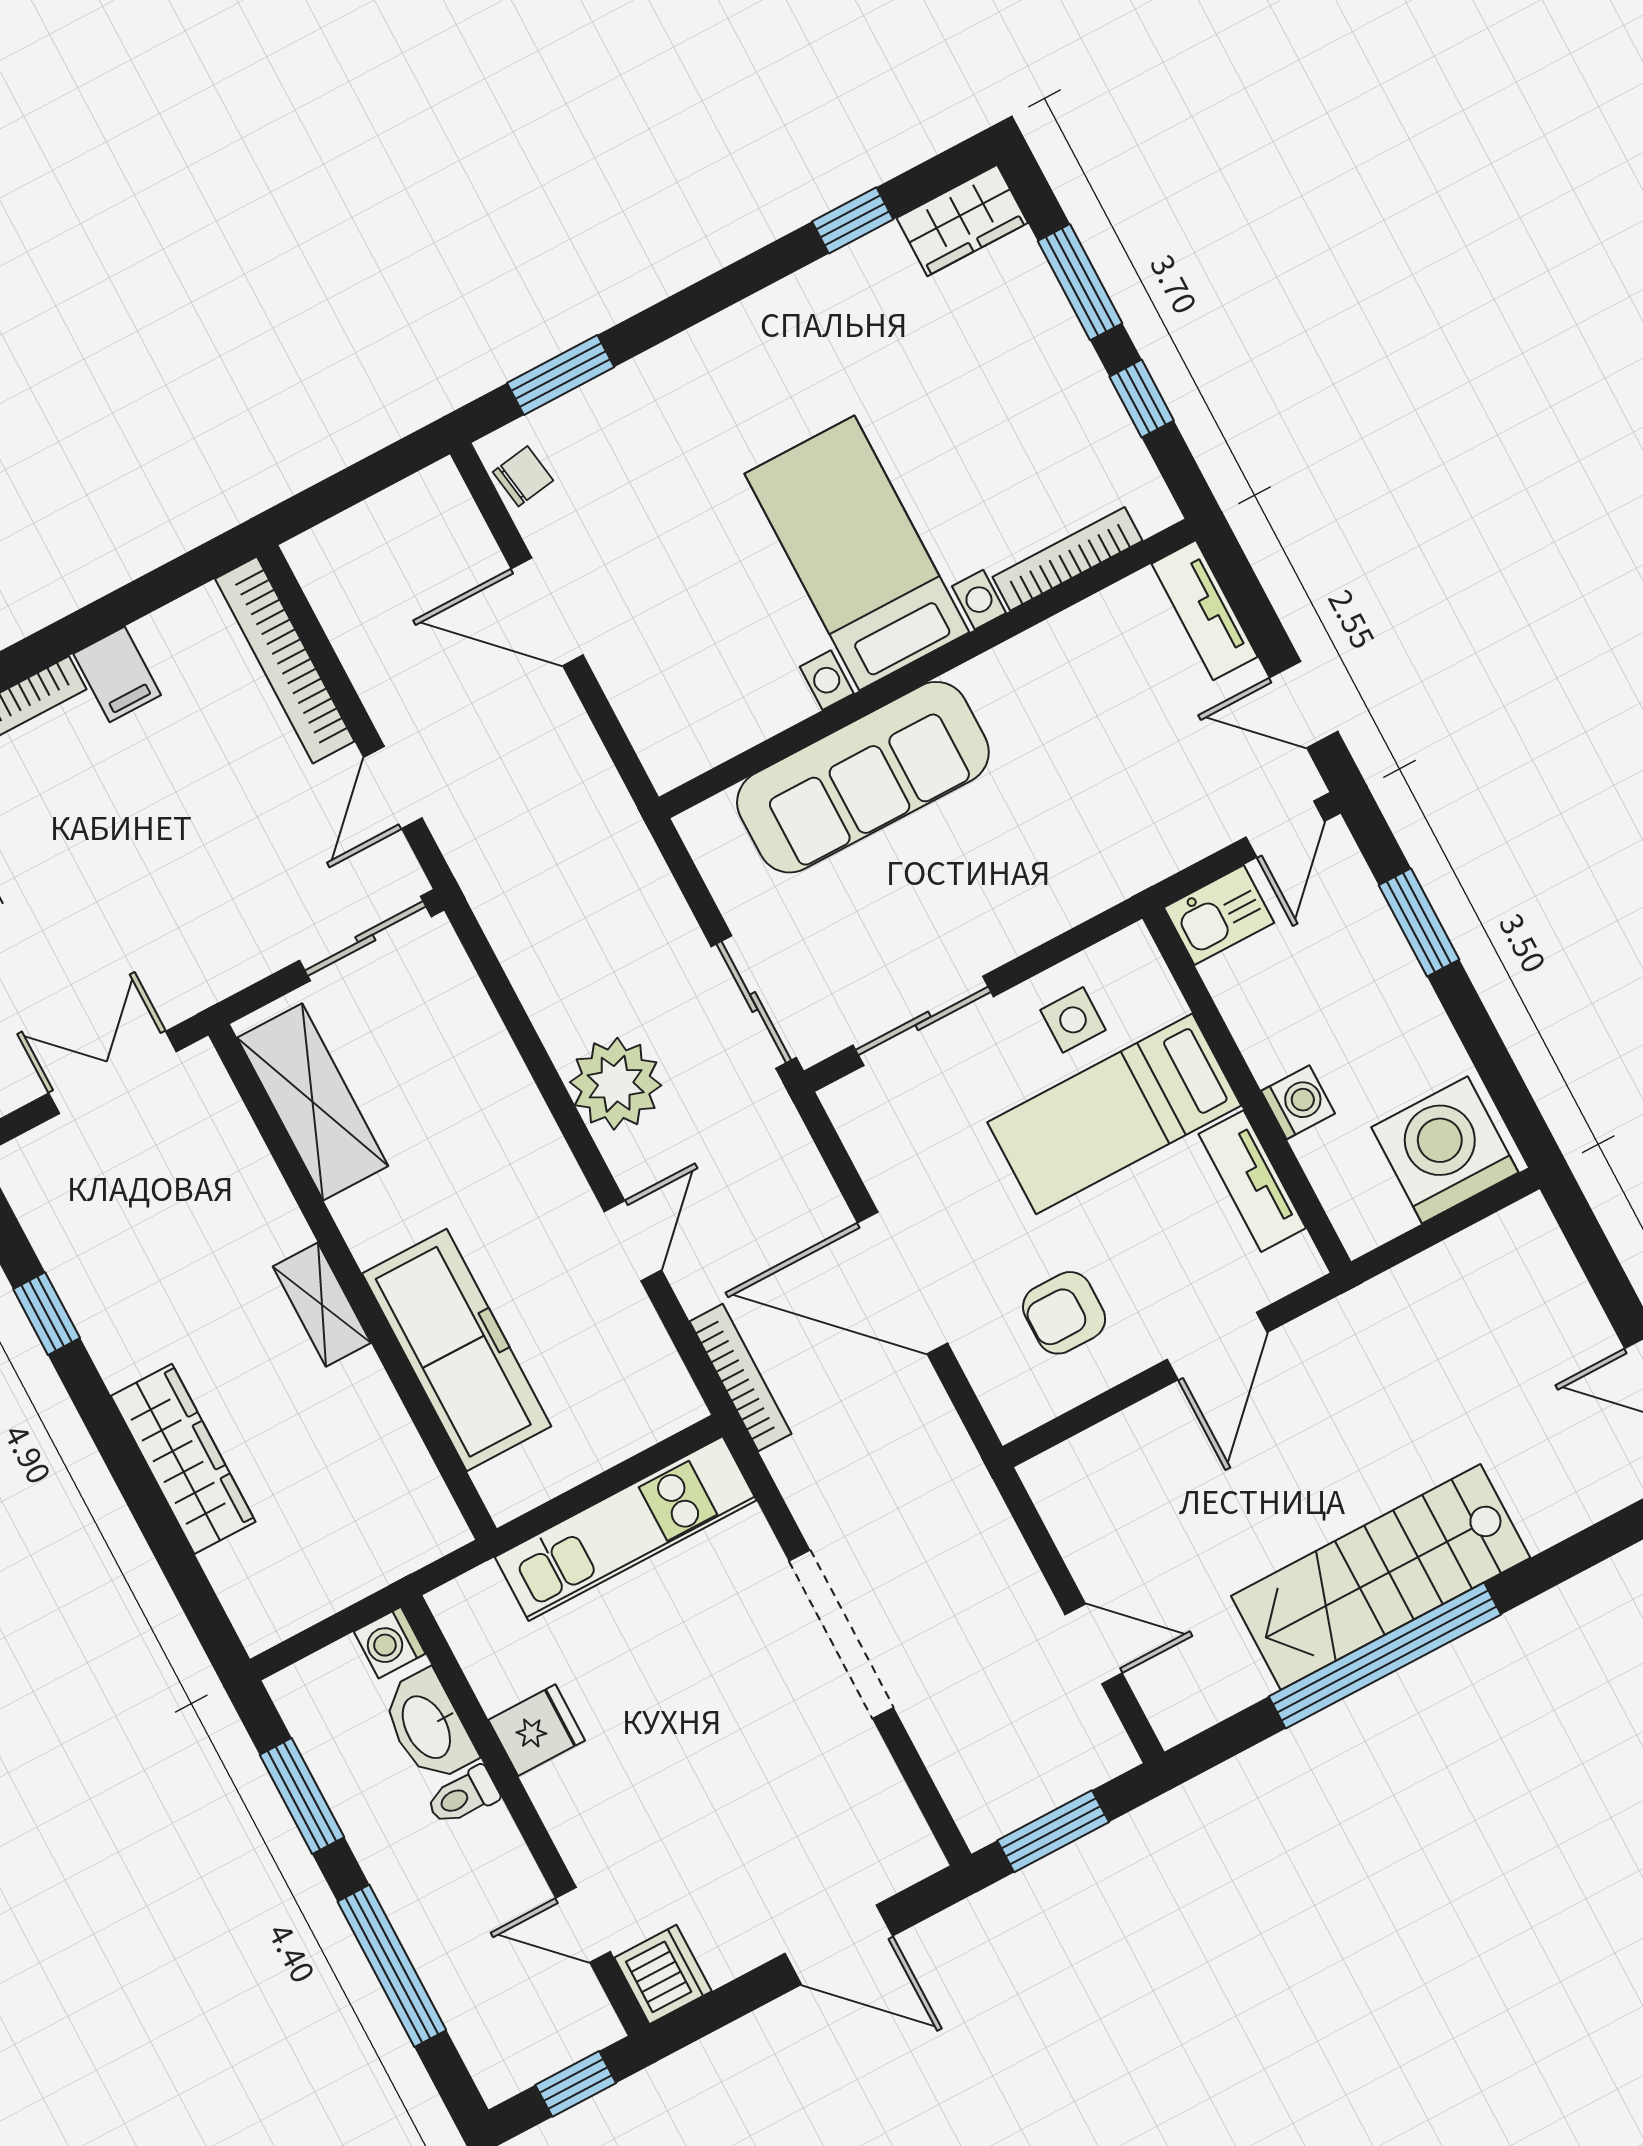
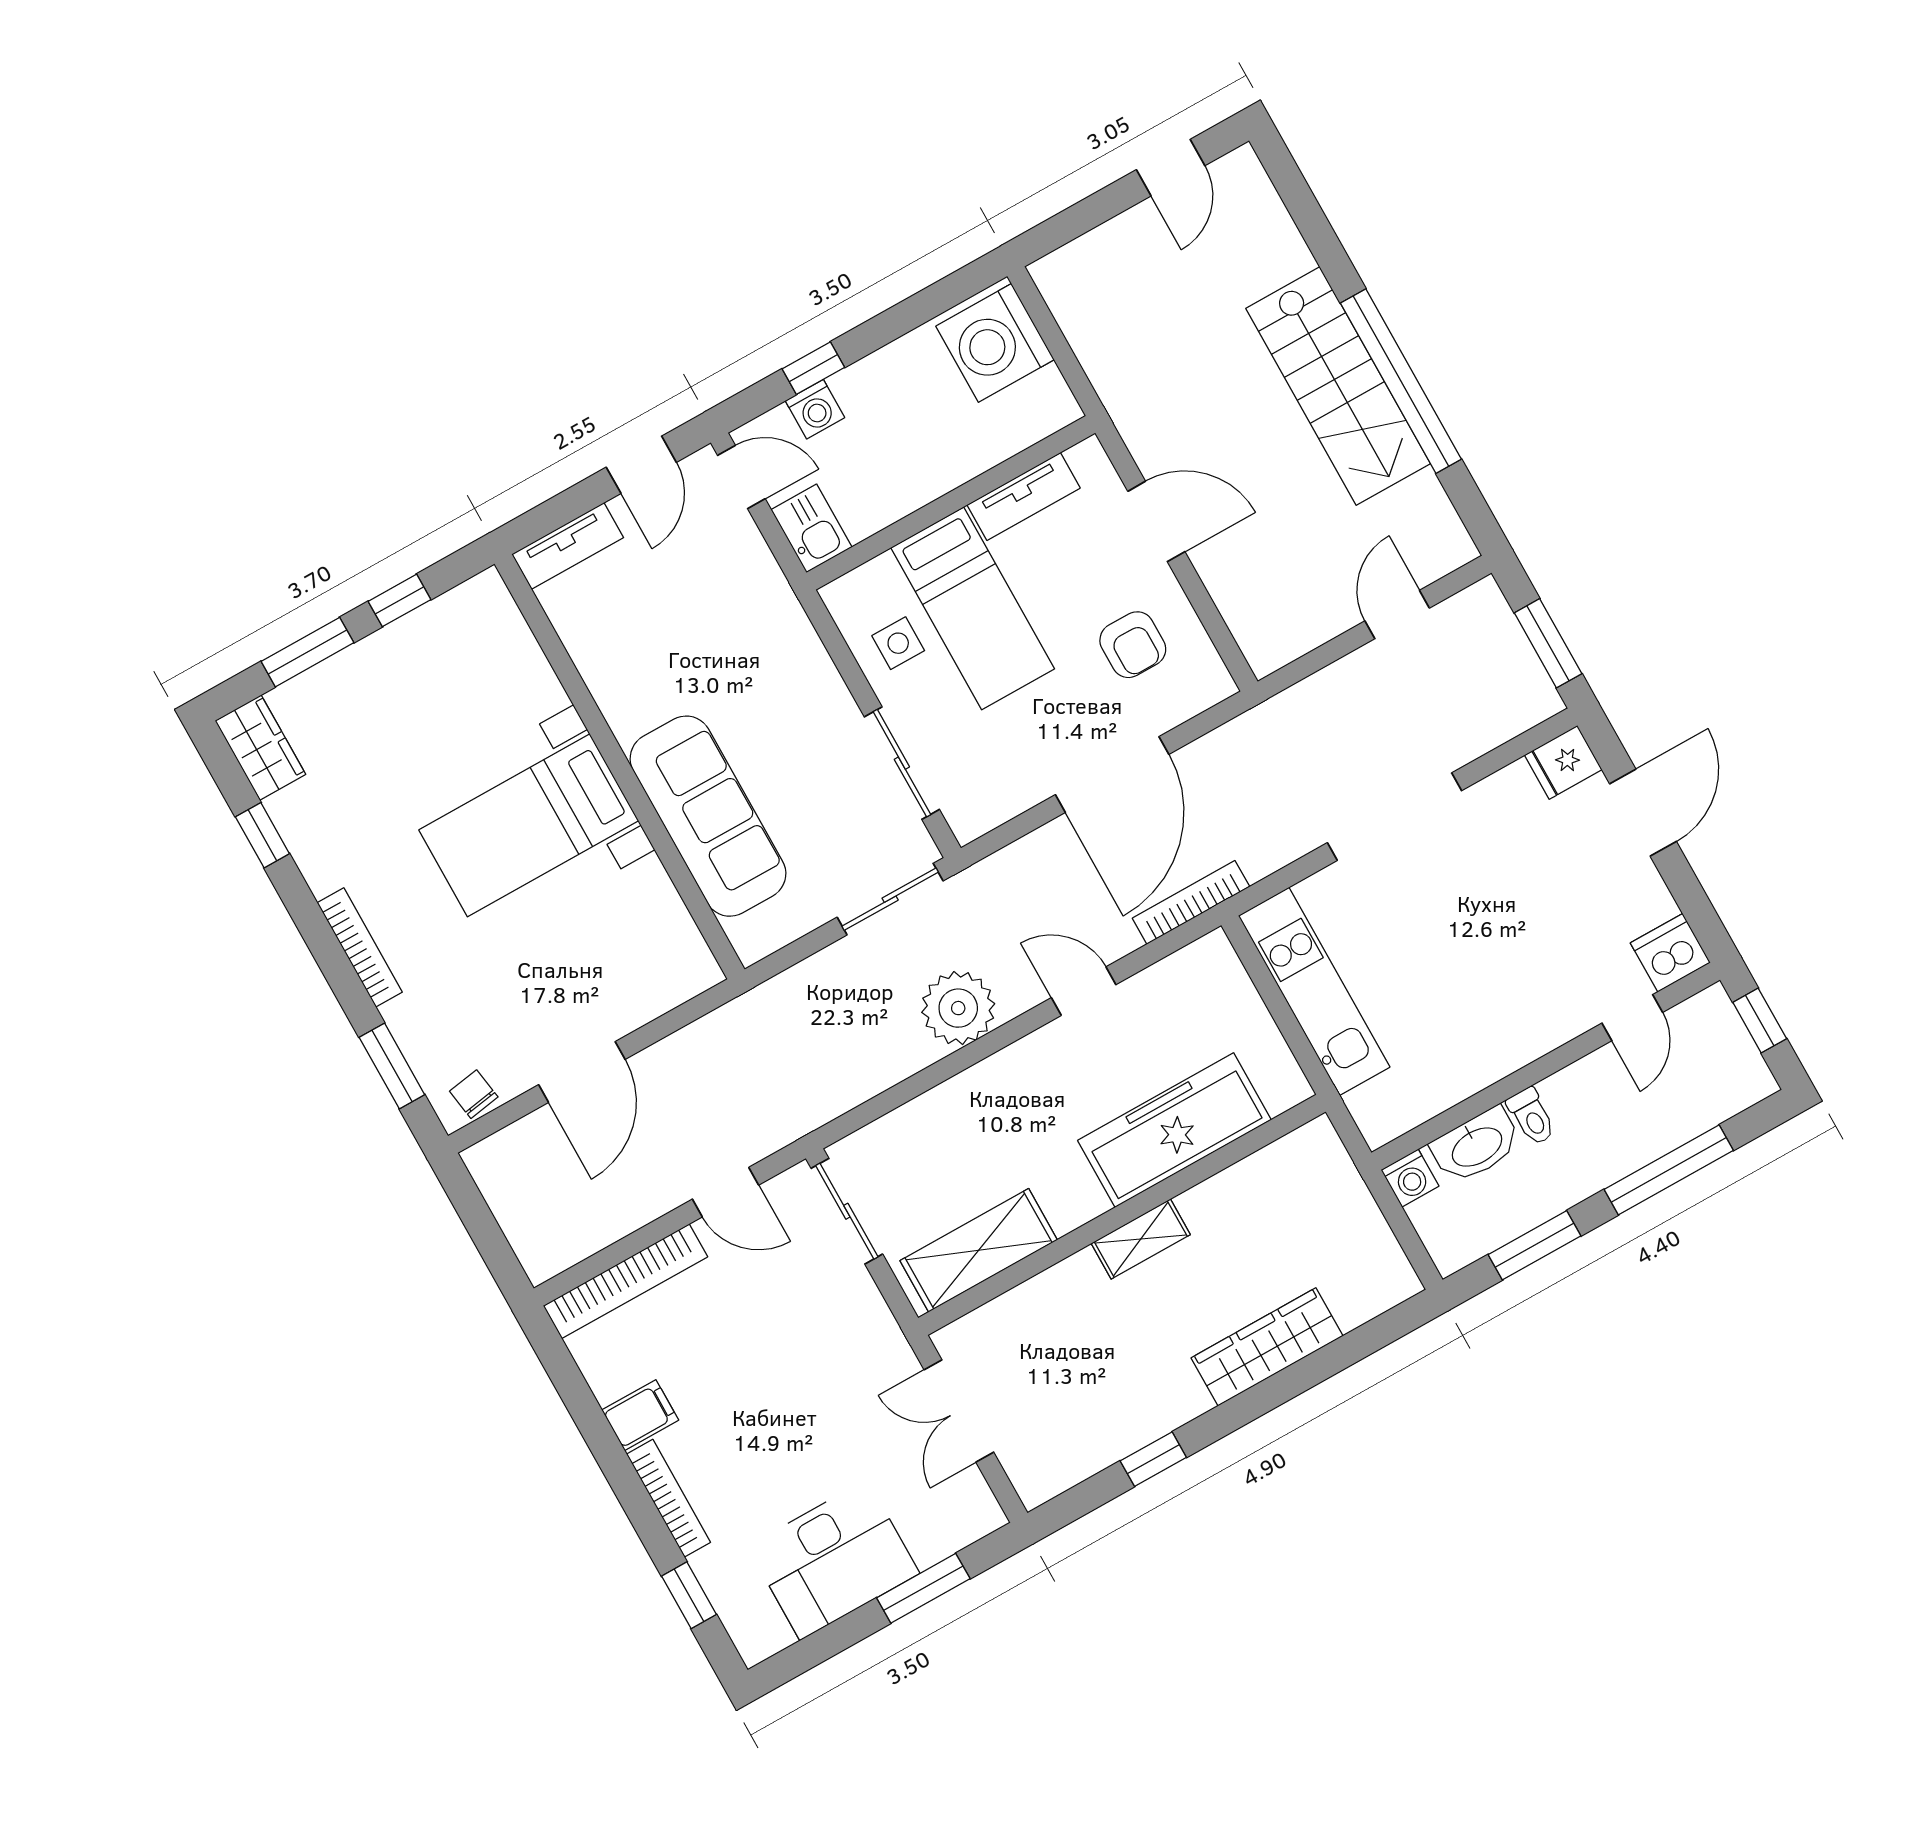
bookcase: (1067, 559) -> (360, 947), moved, turned 180
window: (1419, 922) -> (813, 368), width x0.67
washing machine: (1298, 1102) -> (815, 409), moved, turned 180
fridge: (537, 1730) -> (1563, 762), moved, turned -90

